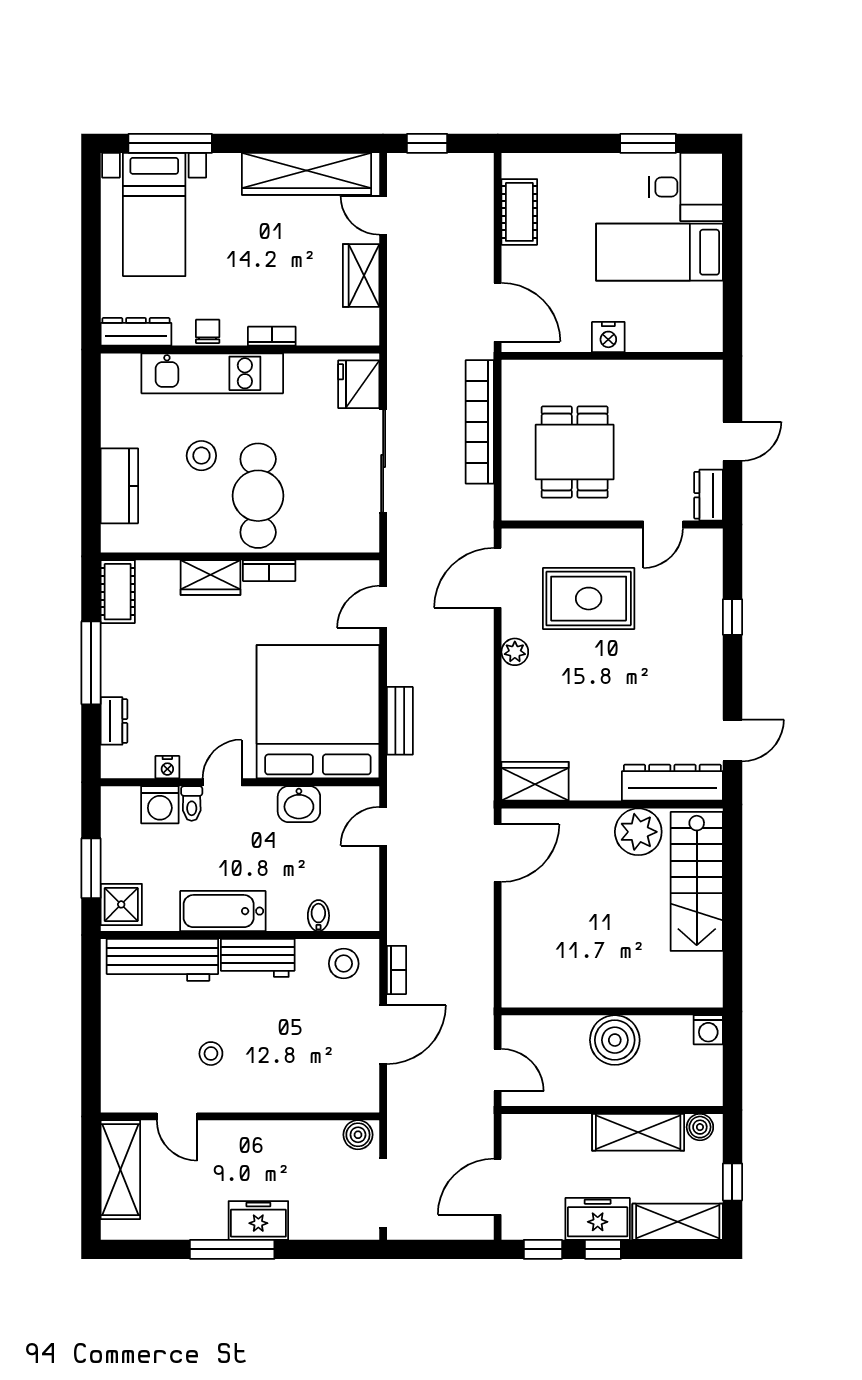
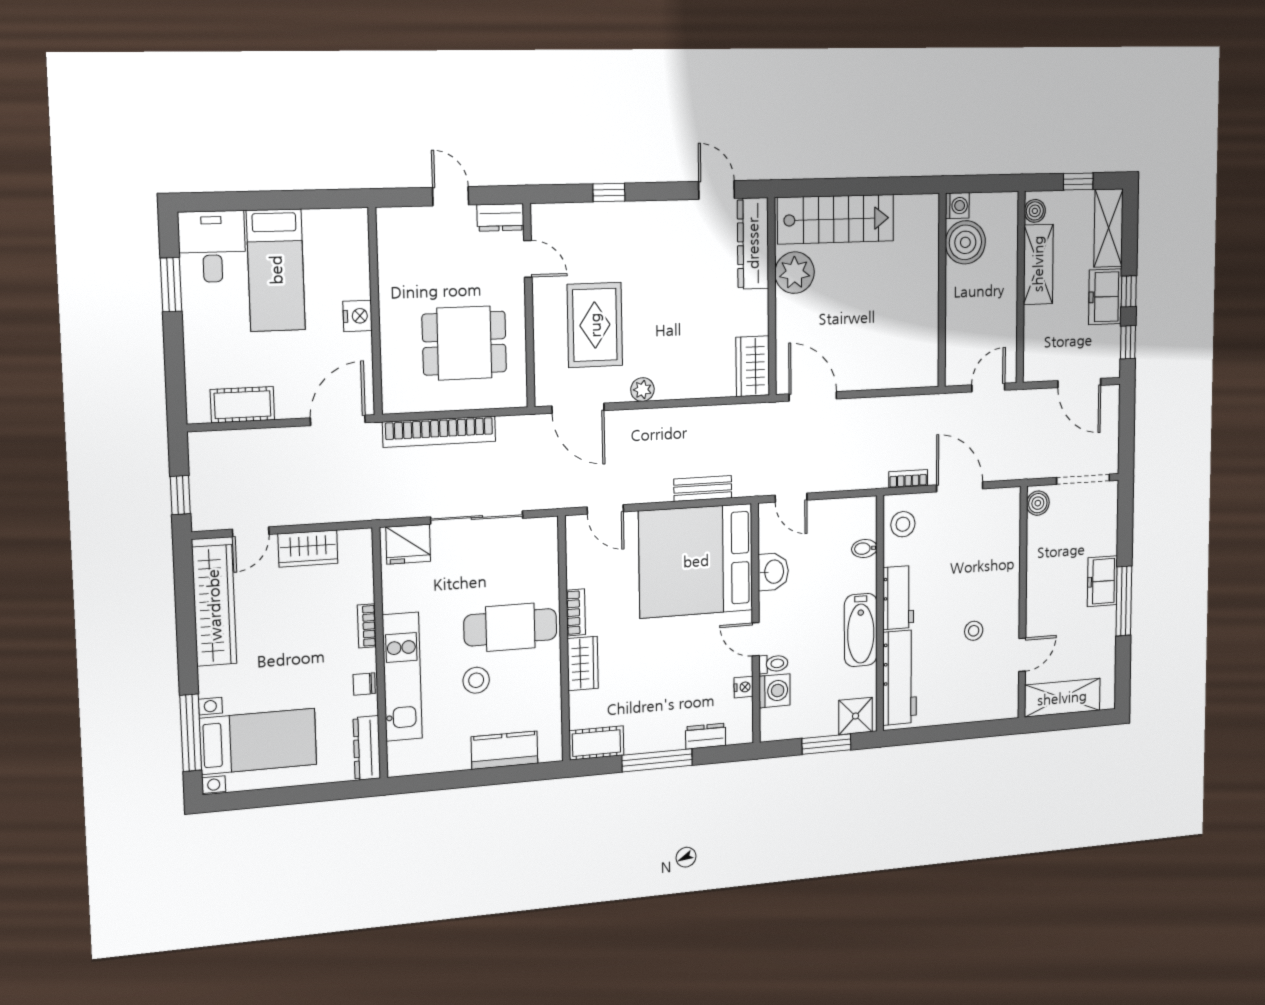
boiler: (615, 1040) -> (965, 242), moved

